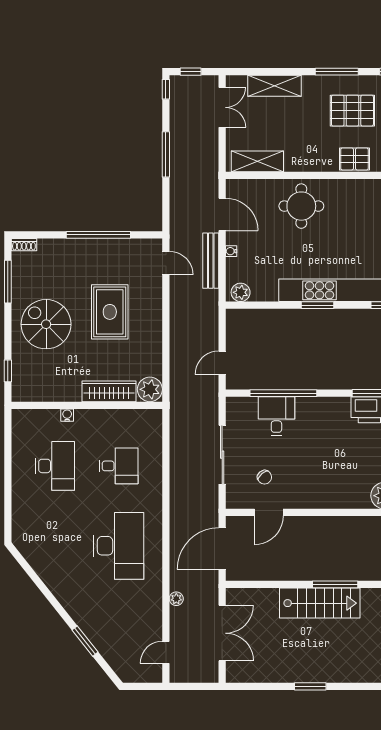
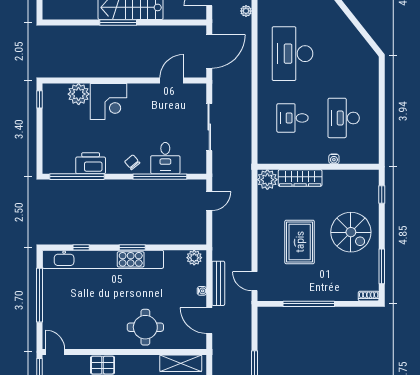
chair: (265, 477) -> (132, 162), moved
corner desk: (347, 486) -> (109, 101), added

